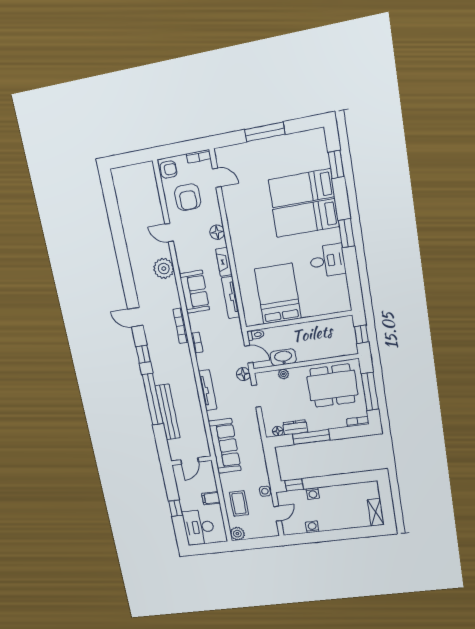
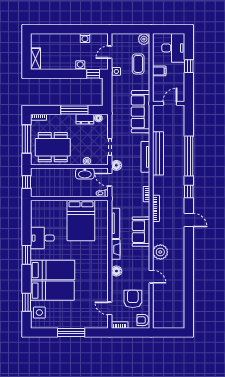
side table: (315, 153) -> (39, 313), added
bench: (168, 412) -> (158, 153), moved
shelving: (376, 512) -> (35, 59), moved

